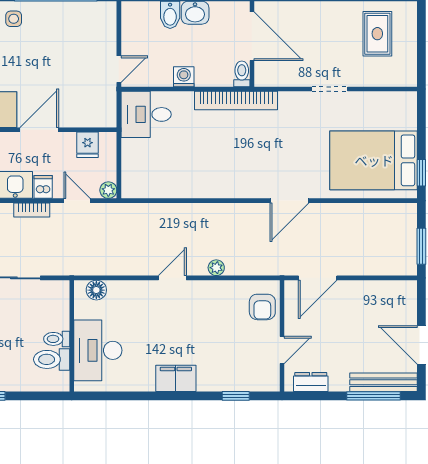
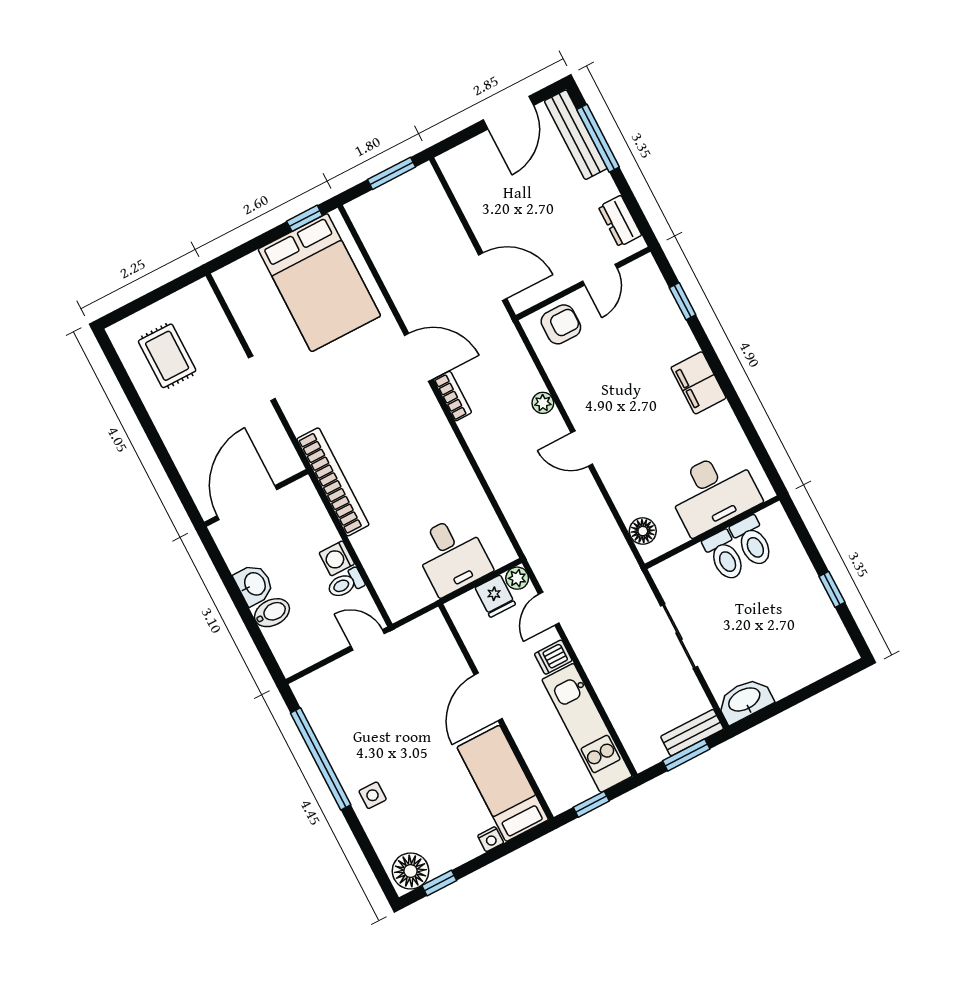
rug: (377, 34) -> (167, 356), turned 90
toilet: (242, 74) -> (346, 584), moved
desk: (146, 114) -> (452, 555), moved
door: (39, 130) -> (488, 697), hinge flipped
fridge: (88, 145) -> (495, 596), moved, turned 90
bookcase: (32, 210) -> (453, 396), moved
toilet: (57, 339) -> (724, 556), width x1.37, depth x1.39
door: (282, 350) -> (600, 275), swing flipped

